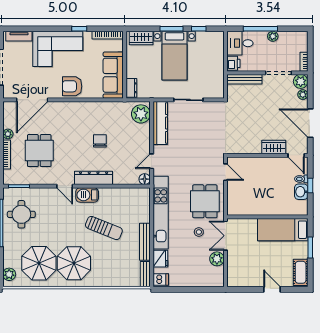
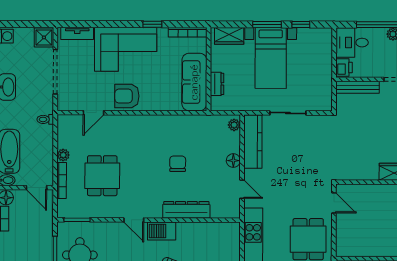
armchair: (72, 86) -> (127, 96), moved
dresser: (131, 88) -> (217, 84), moved
door: (32, 100) -> (93, 113), width x0.53
plant: (141, 114) -> (234, 125), width x0.53, depth x0.53
door: (152, 161) -> (242, 189), swing flipped
dresser: (94, 178) -> (186, 210), moved
floor lamp: (145, 179) -> (233, 161), moved

